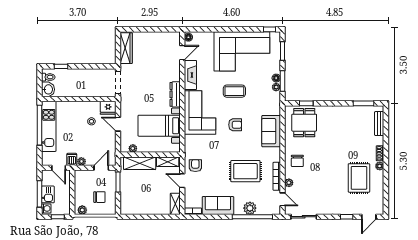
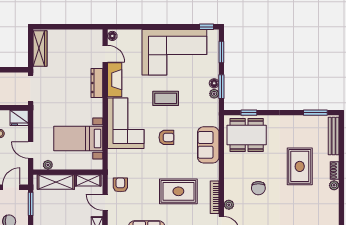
door: (182, 53) -> (105, 54), hinge flipped
dresser: (175, 94) -> (97, 83), moved
dining table: (304, 123) -> (247, 135), width x1.38
door: (118, 124) -> (31, 150), moved
bench: (379, 124) -> (334, 136), width x1.36
chair: (297, 161) -> (258, 188), moved
rug: (359, 178) -> (300, 166), moved

